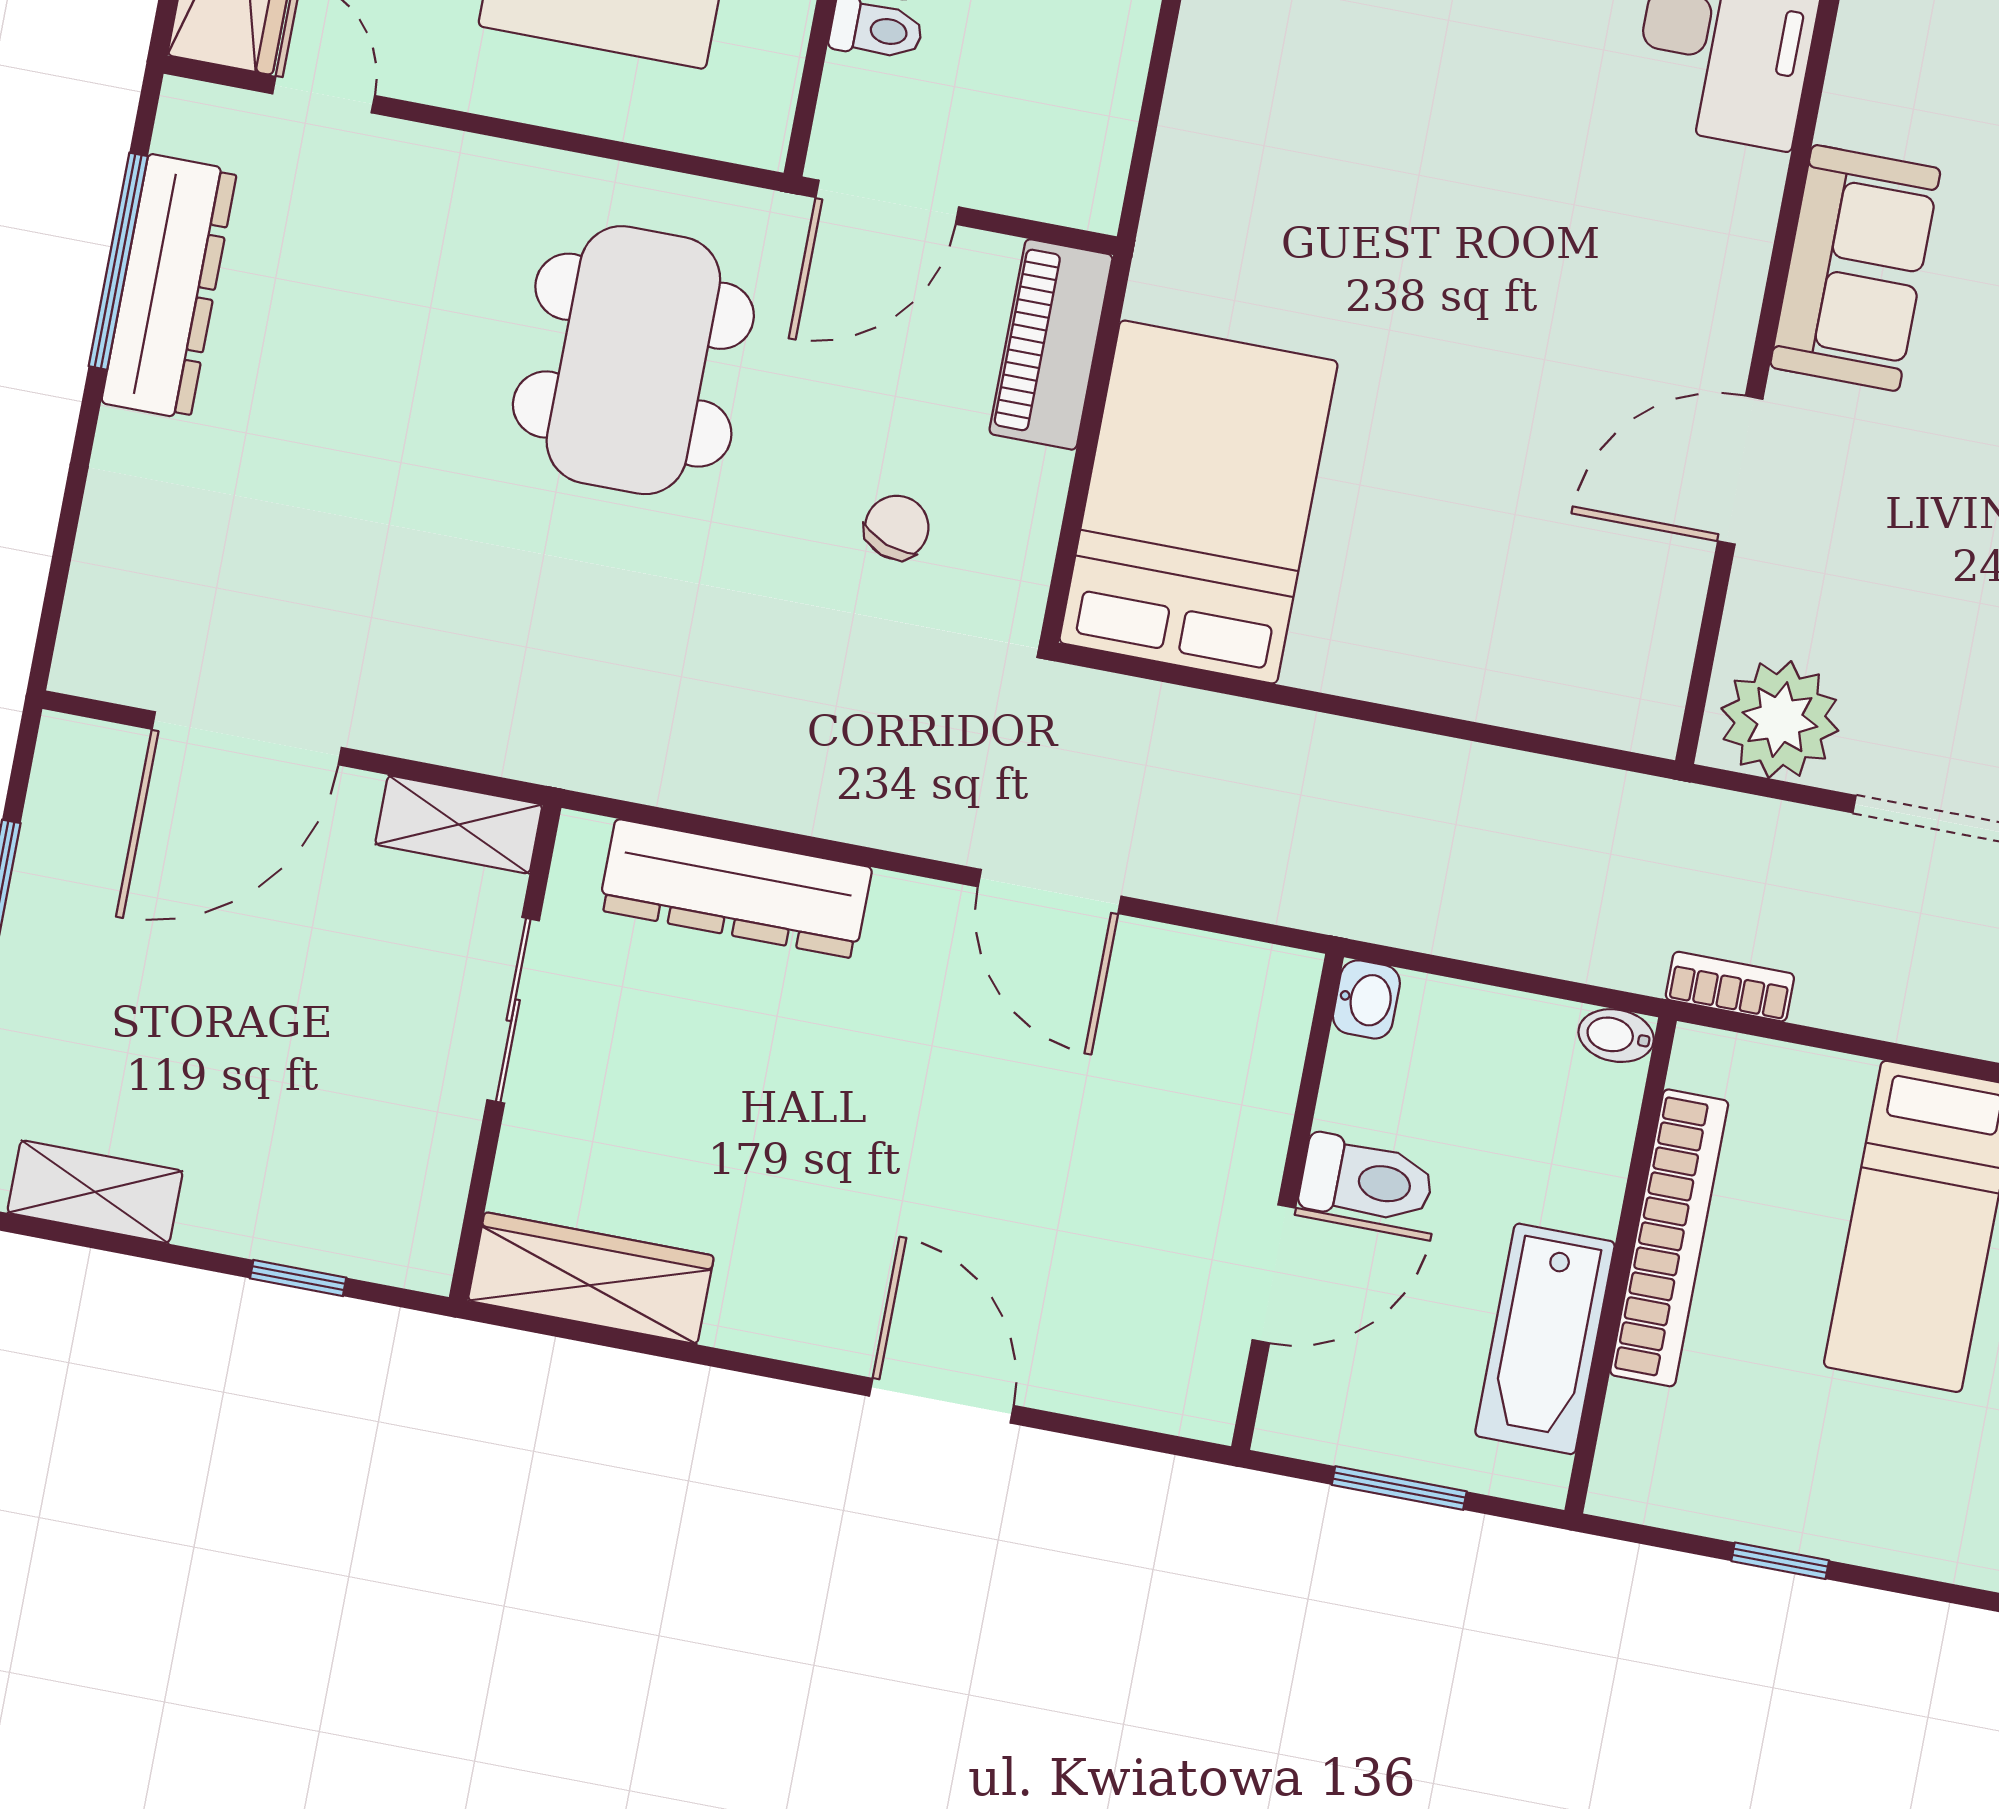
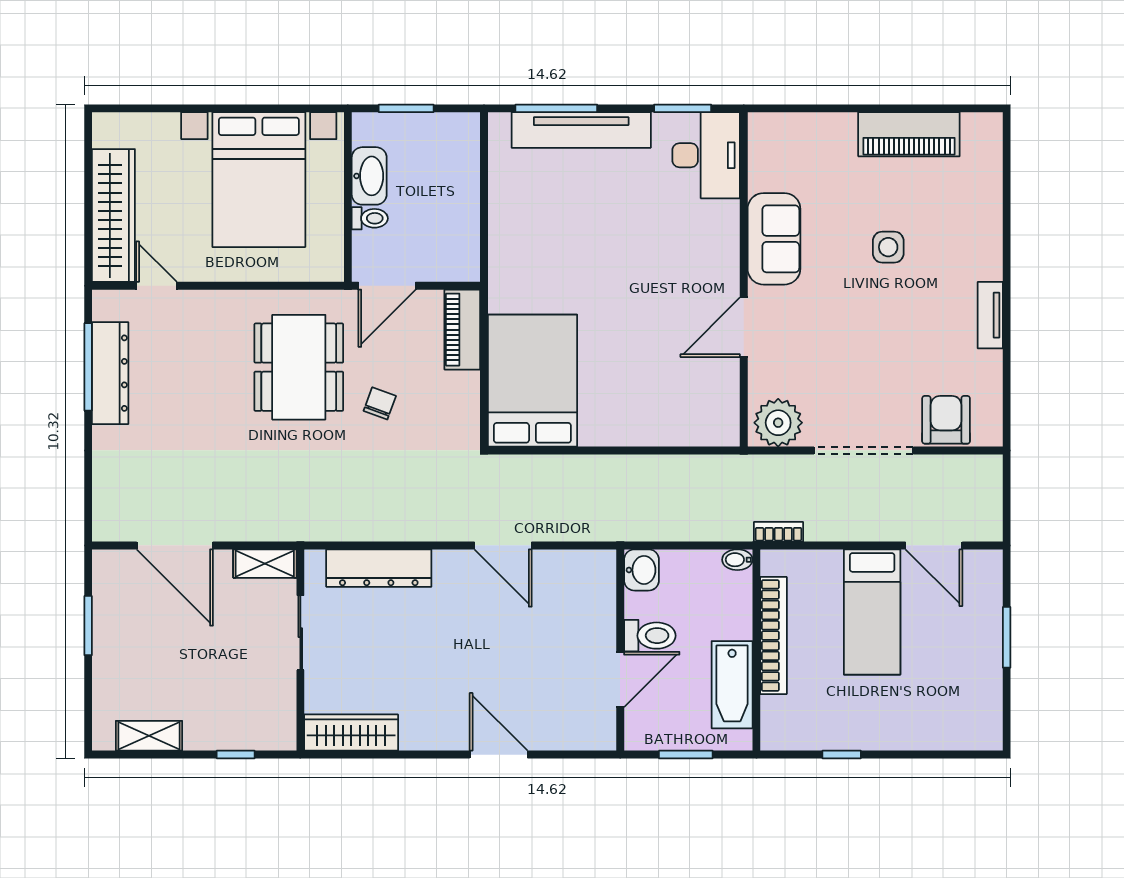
chair: (897, 527) -> (380, 403), moved
door: (247, 738) -> (175, 545), hinge flipped
washbasin: (1366, 999) -> (642, 570), width x1.38, depth x1.45

